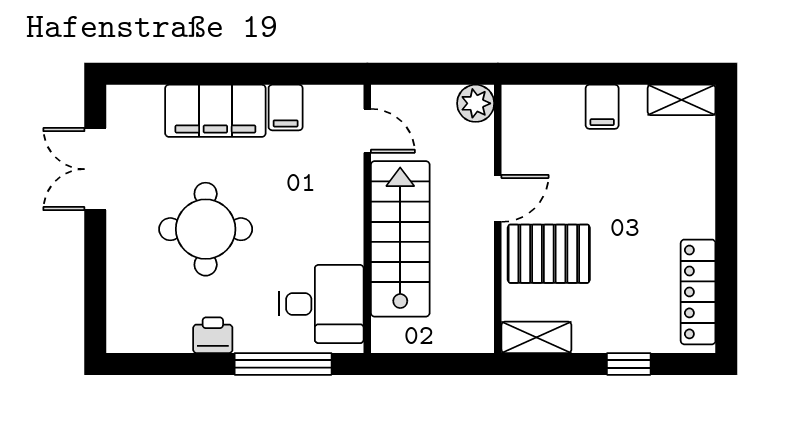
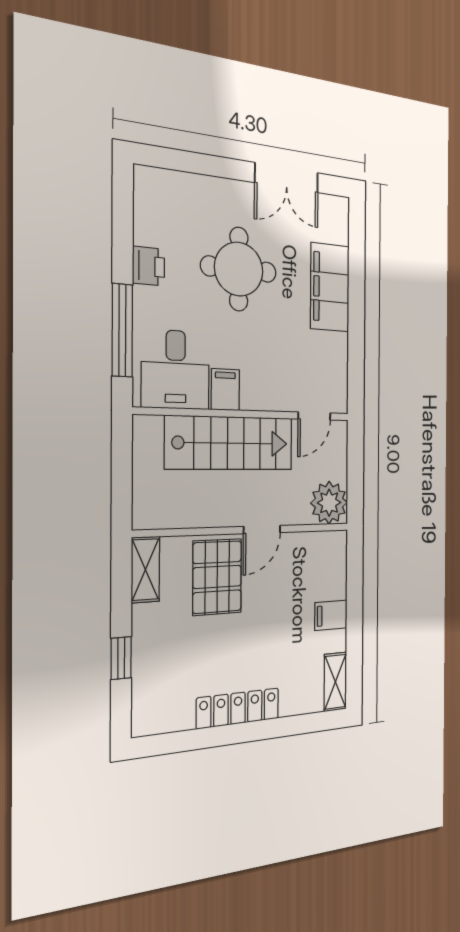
plant: (476, 103) -> (329, 503), width x1.36, depth x1.36
filing cabinet: (286, 108) -> (225, 390), moved, turned 90
double door: (95, 169) -> (287, 178), swing flipped
door: (498, 198) -> (262, 530), hinge flipped
locker: (698, 292) -> (238, 708), moved

